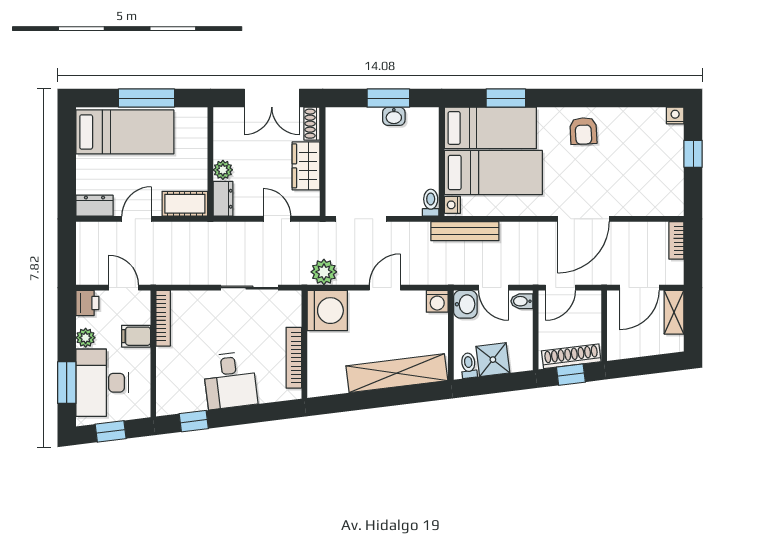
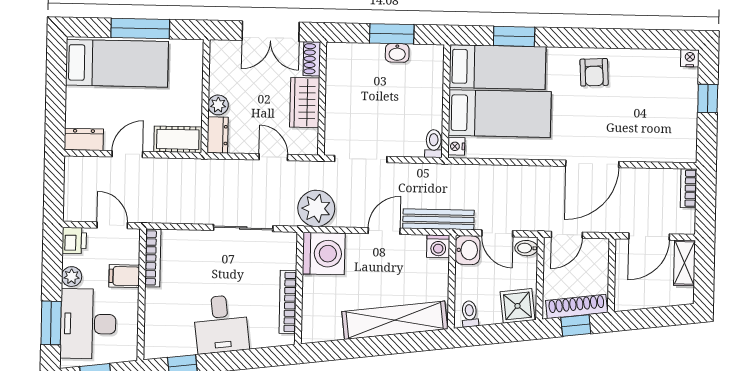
bench: (465, 231) -> (438, 219), moved
plant: (324, 272) -> (316, 208), width x1.36, depth x1.36
shower: (493, 360) -> (518, 306), moved

